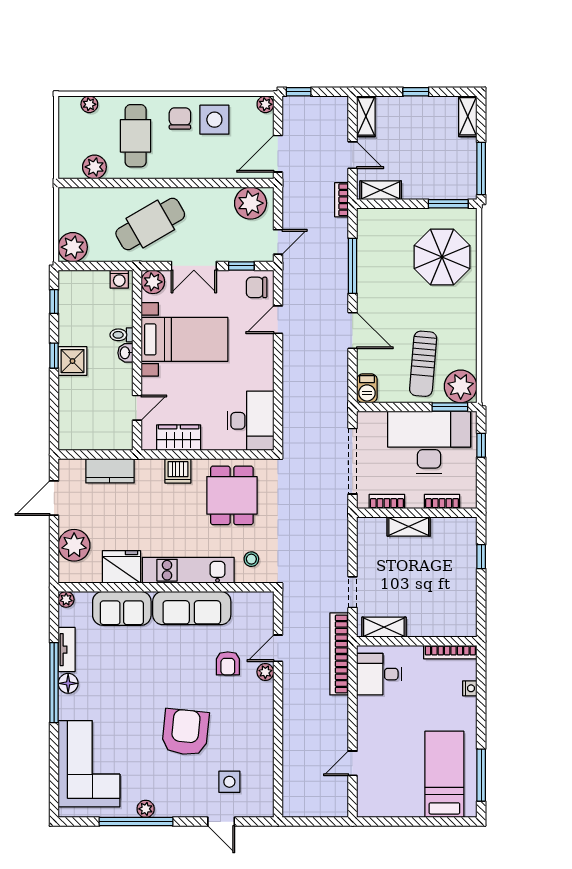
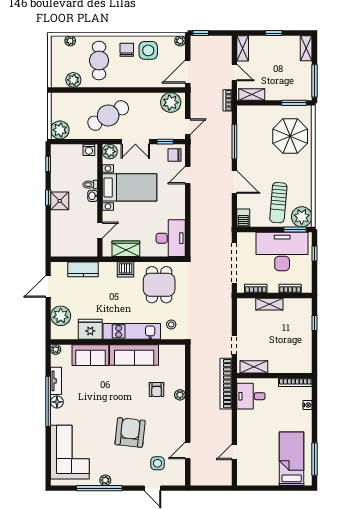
door: (278, 648) -> (188, 450), moved

